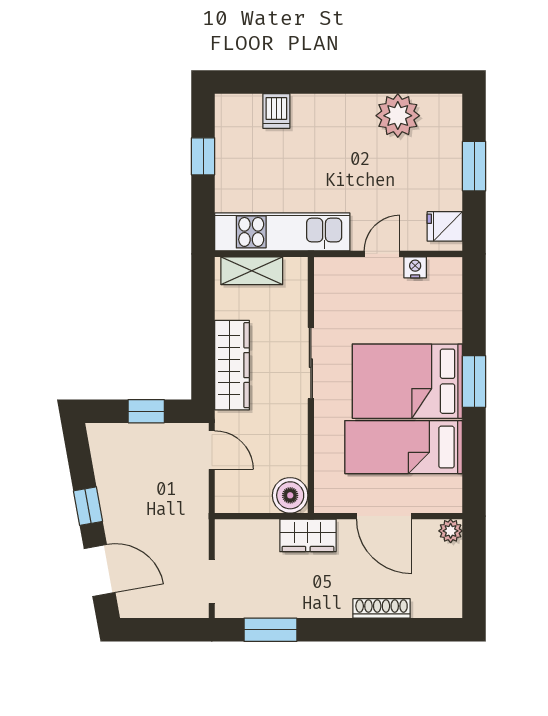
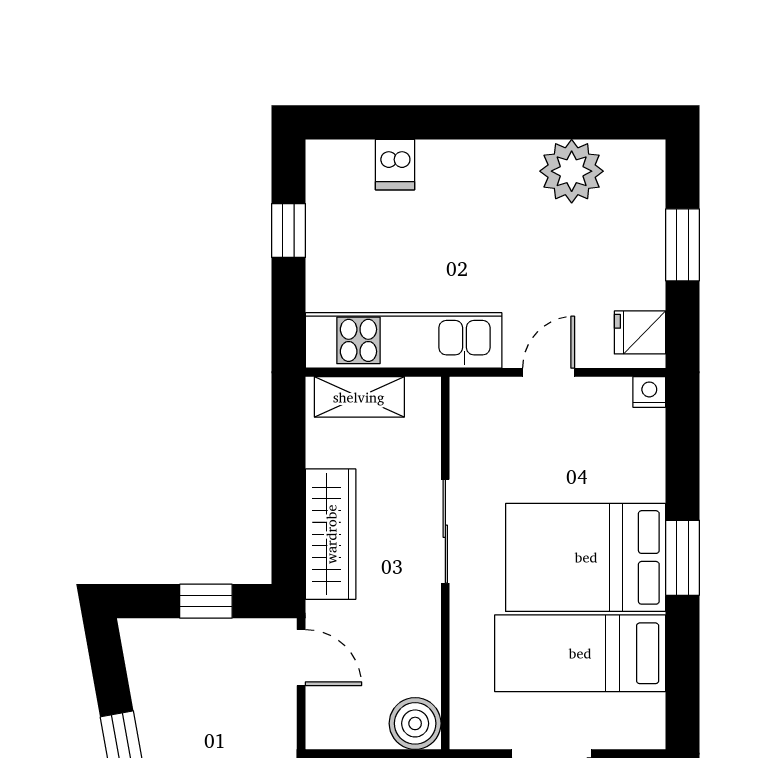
nightstand: (415, 267) -> (649, 392), moved

